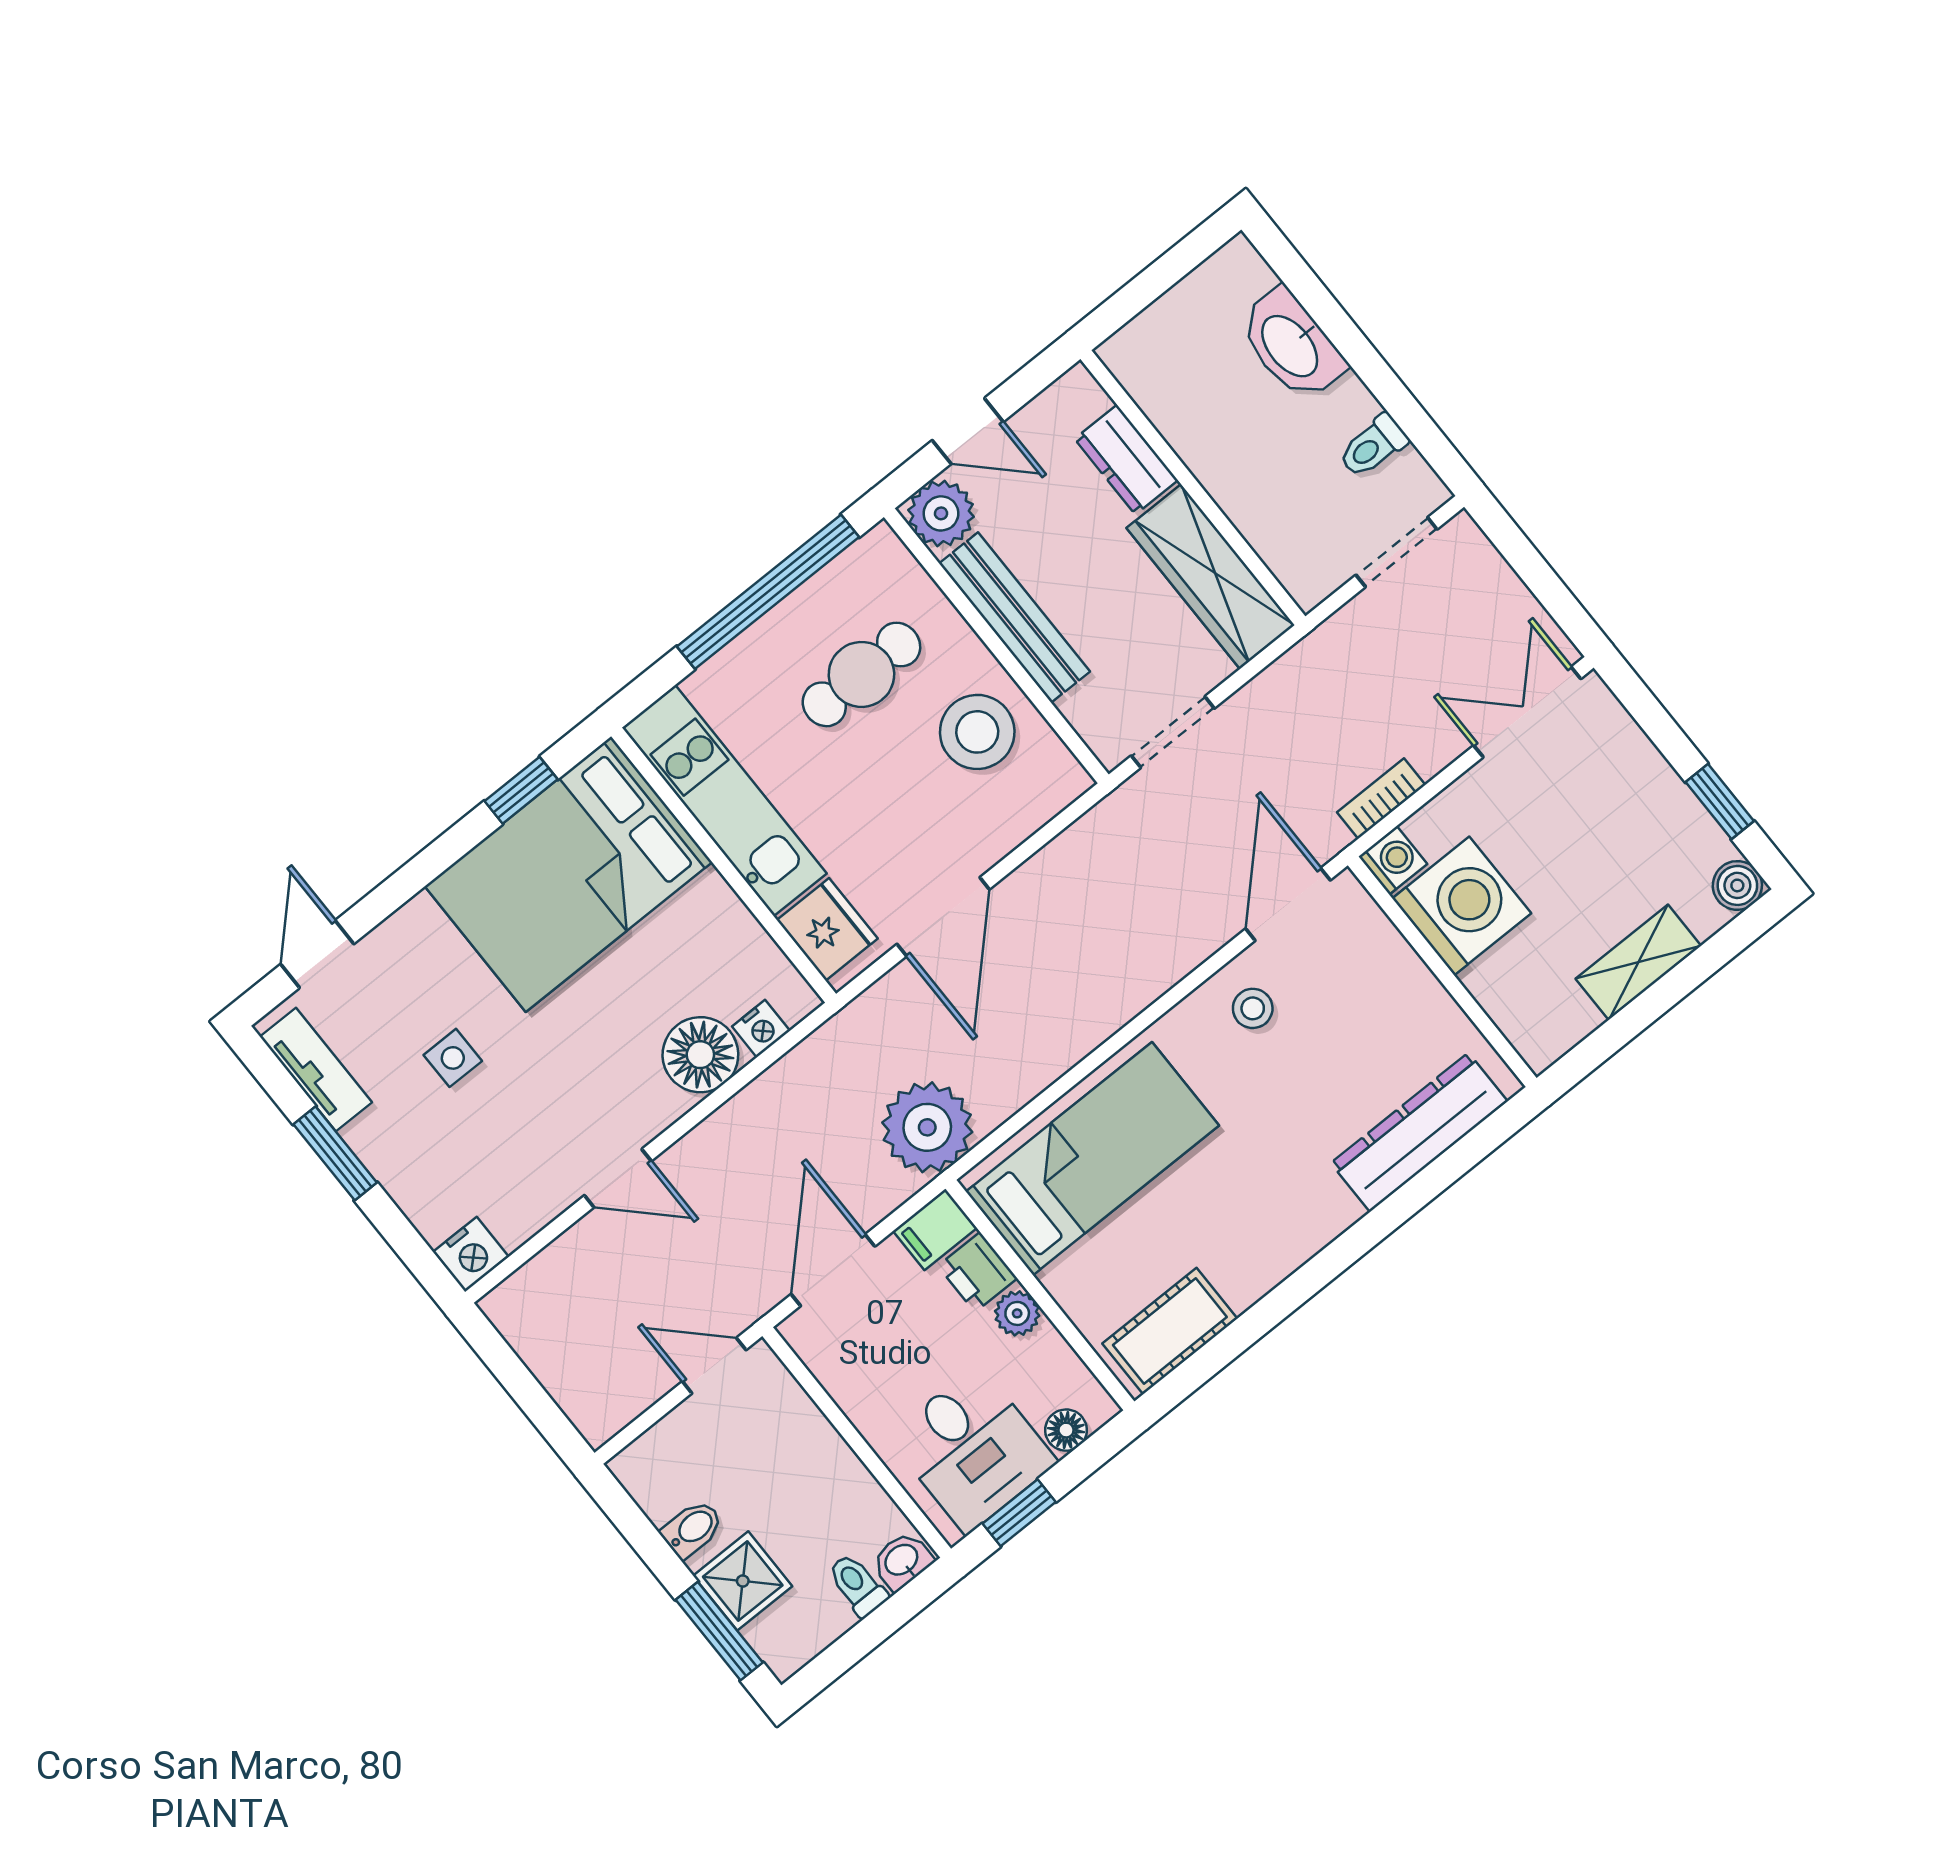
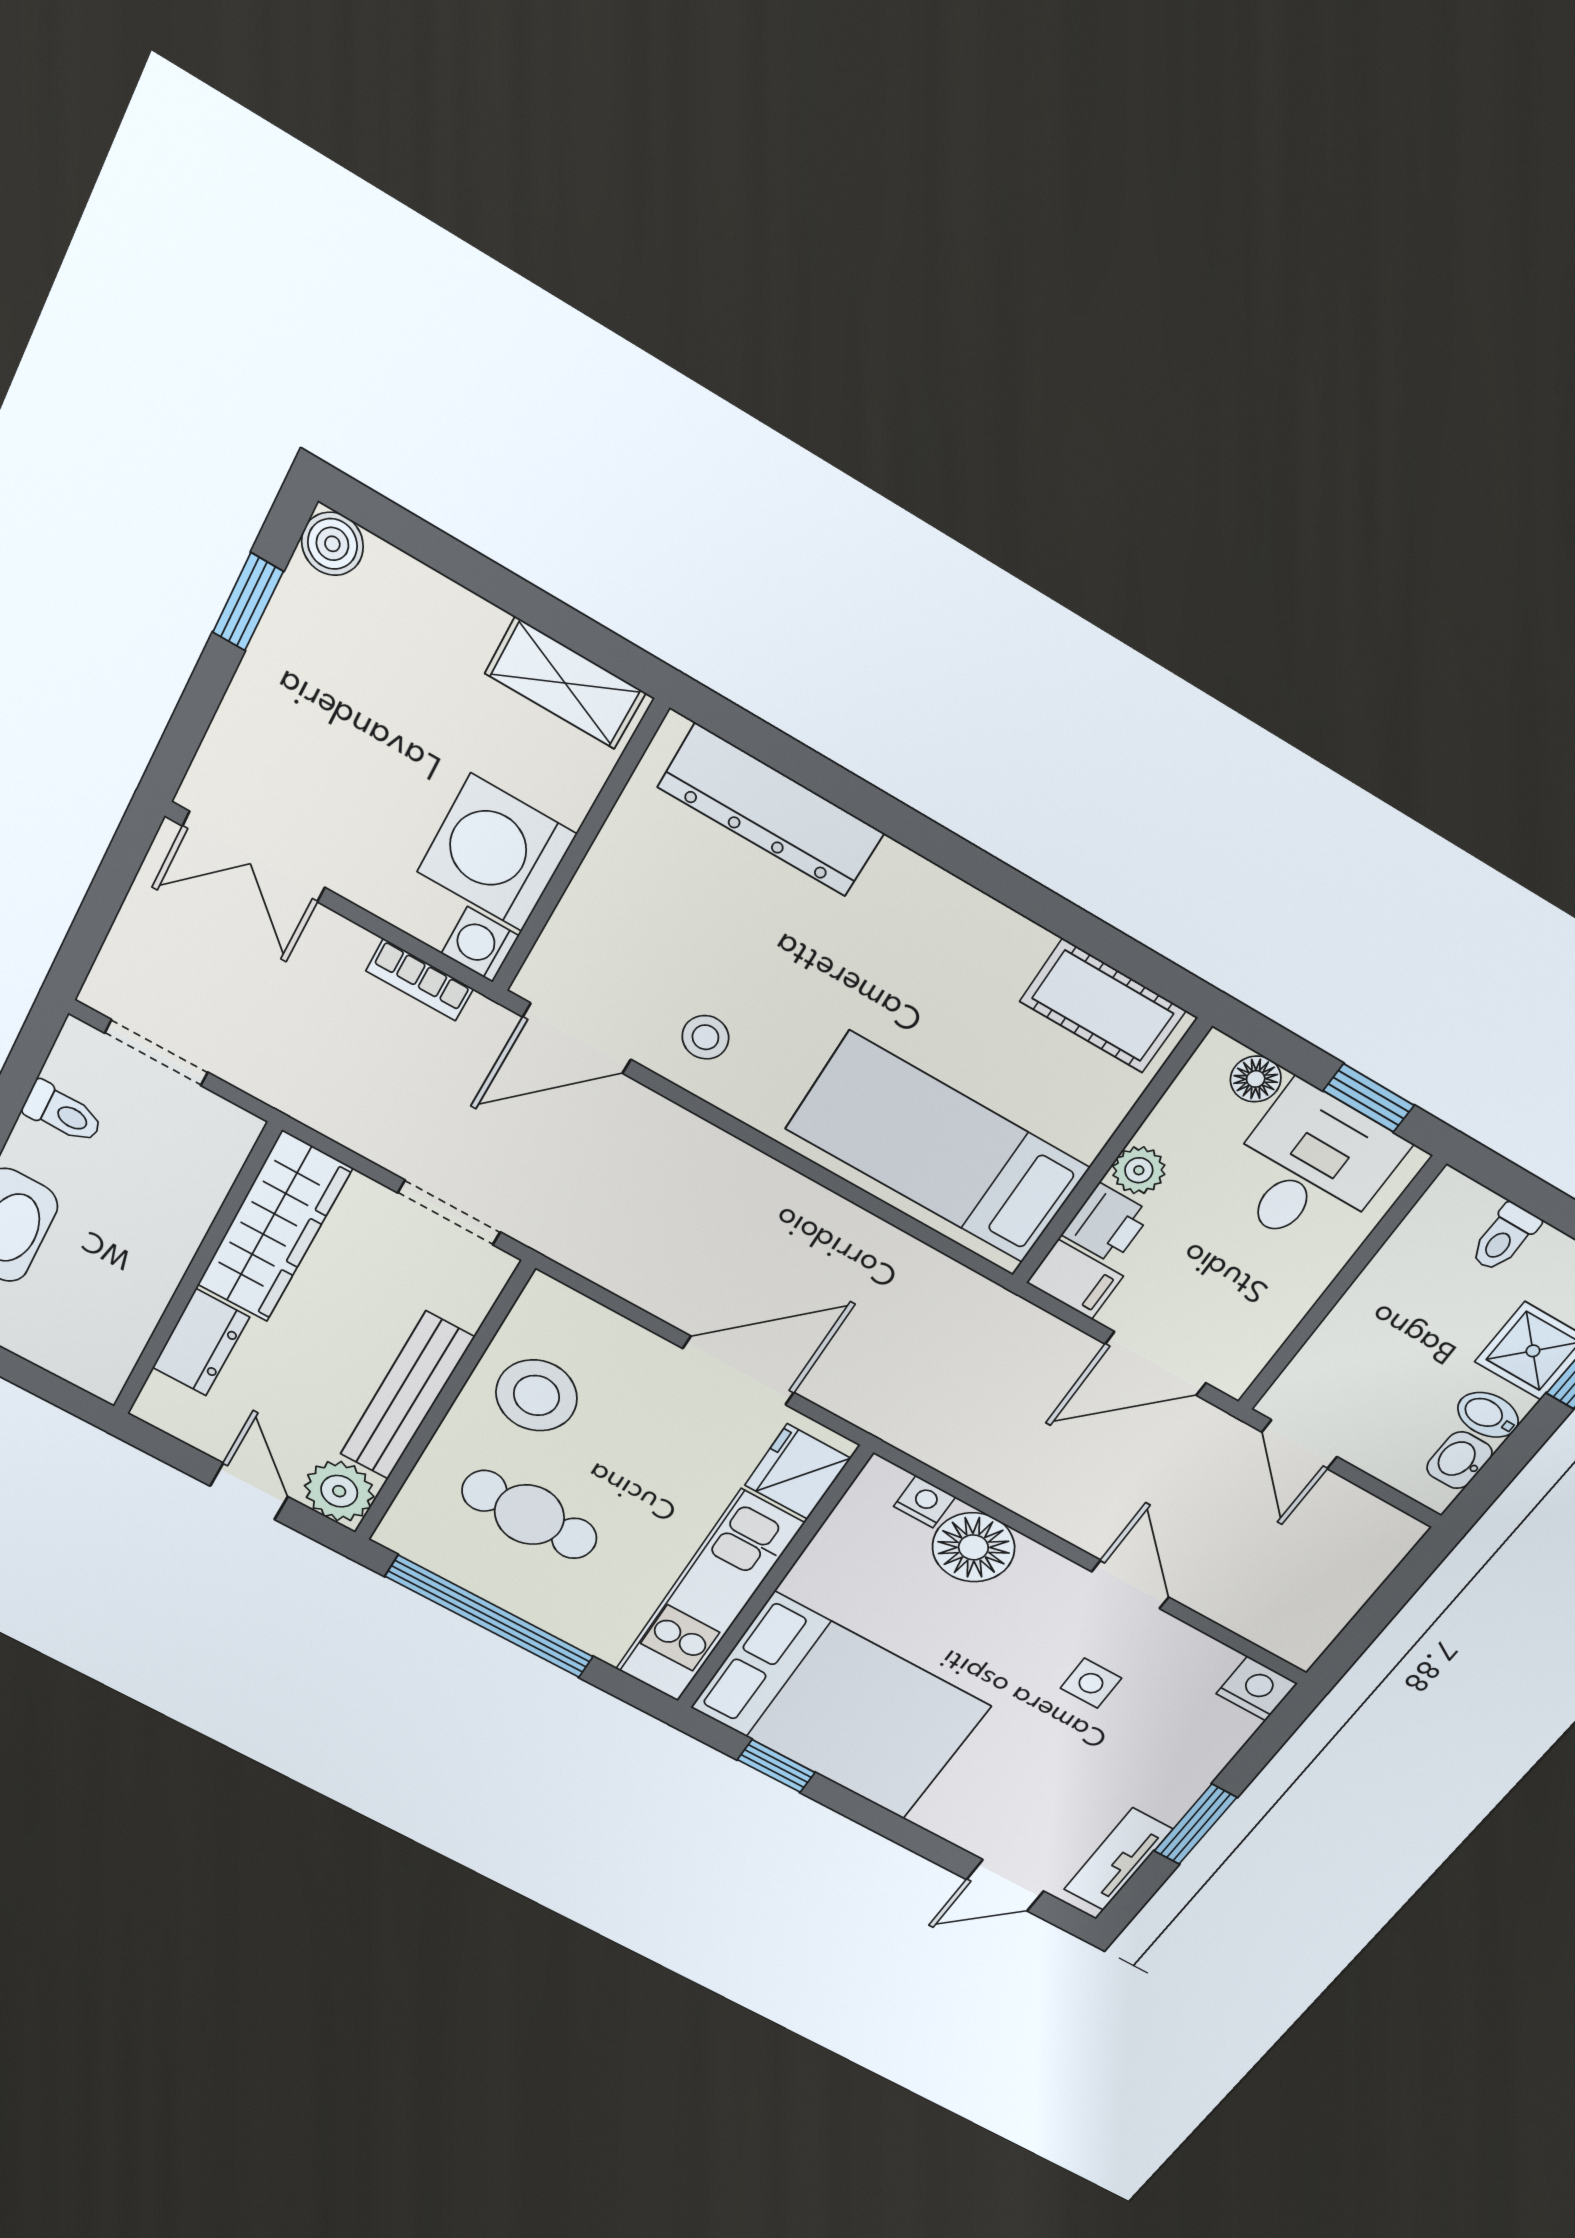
shelving: (1638, 962) -> (565, 683), moved
side table: (453, 1058) -> (1091, 1683), moved
plant: (927, 1127) -> (967, 1320), removed
washbasin: (902, 1561) -> (1459, 1460), moved, turned 90

